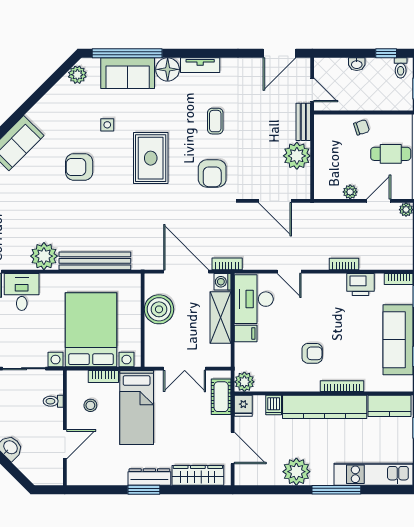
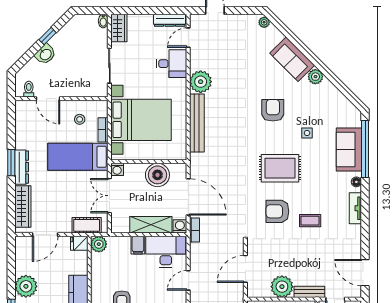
floor lamp: (168, 69) -> (356, 182), width x0.53, depth x0.53
plant: (77, 75) -> (315, 77), moved
armchair: (212, 174) -> (277, 211), moved
door: (186, 272) -> (188, 197), hinge flipped
washing machine: (152, 359) -> (117, 169), added
toilet: (53, 401) -> (29, 89), moved
dishwasher: (274, 405) -> (80, 268), removed

